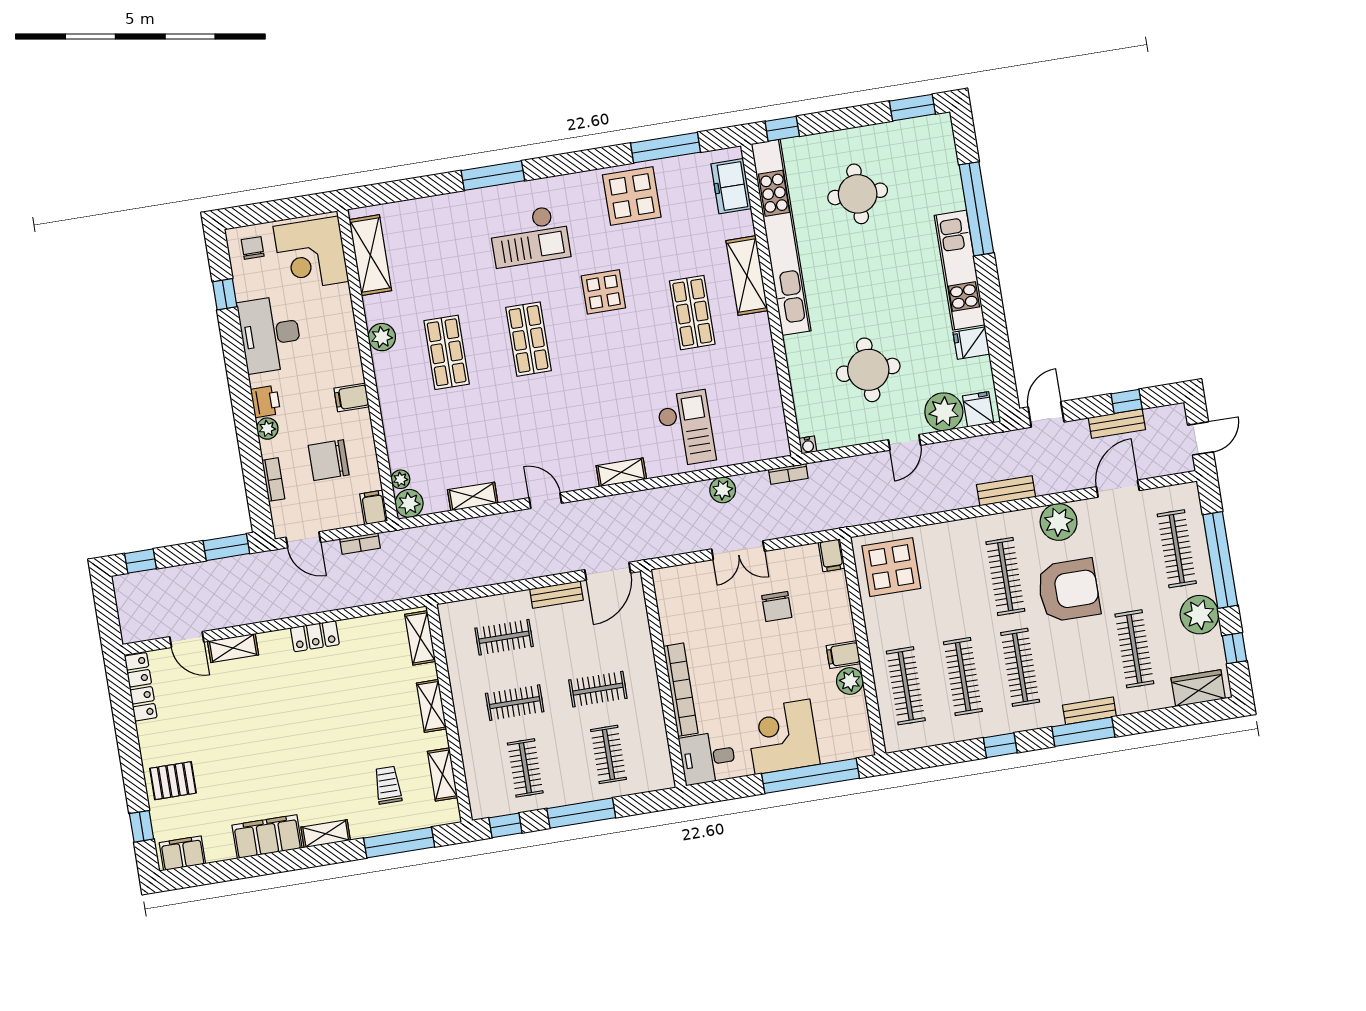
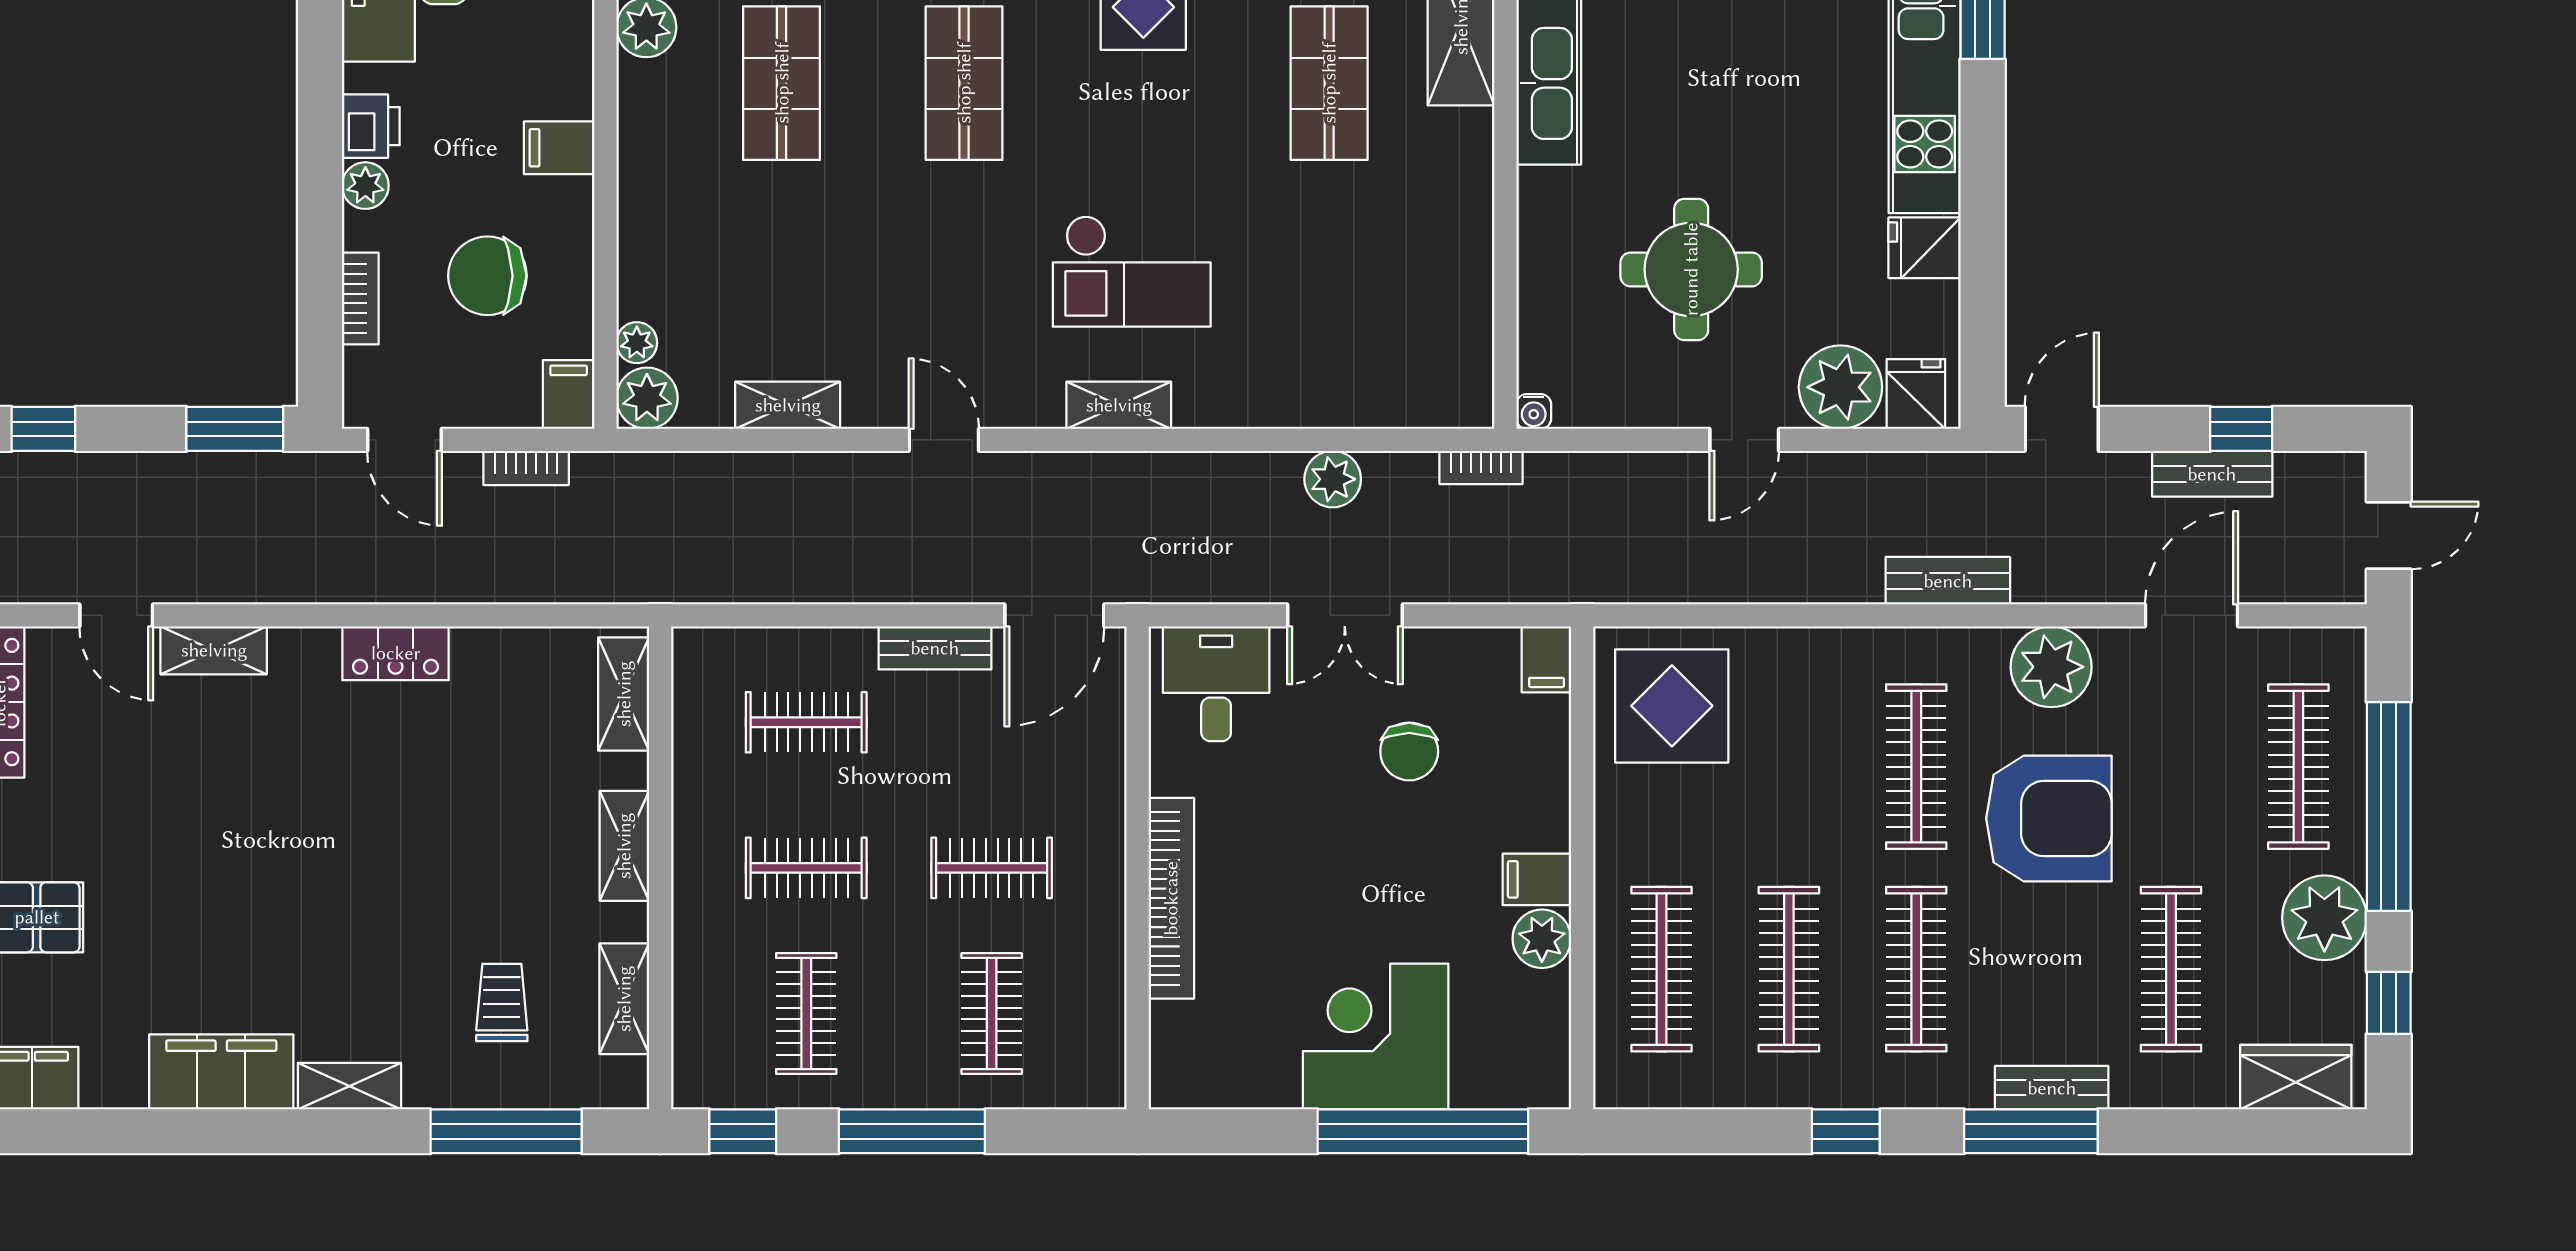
checkout: (686, 429) -> (1132, 271), moved, turned 90
desk: (708, 758) -> (1216, 684), moved, turned 90

